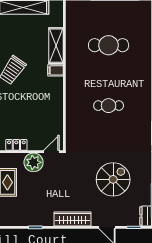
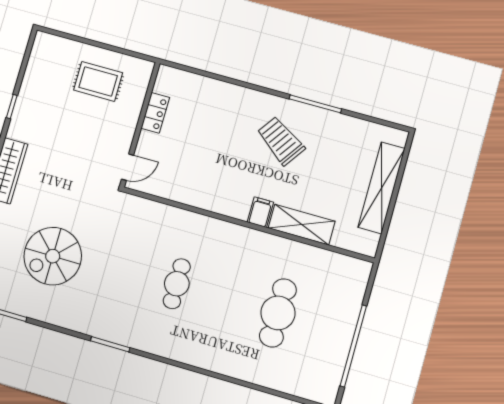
door: (51, 152) -> (128, 167), hinge flipped
plant: (34, 162) -> (118, 133), removed
spiral stairs: (113, 179) -> (53, 256), turned 90

